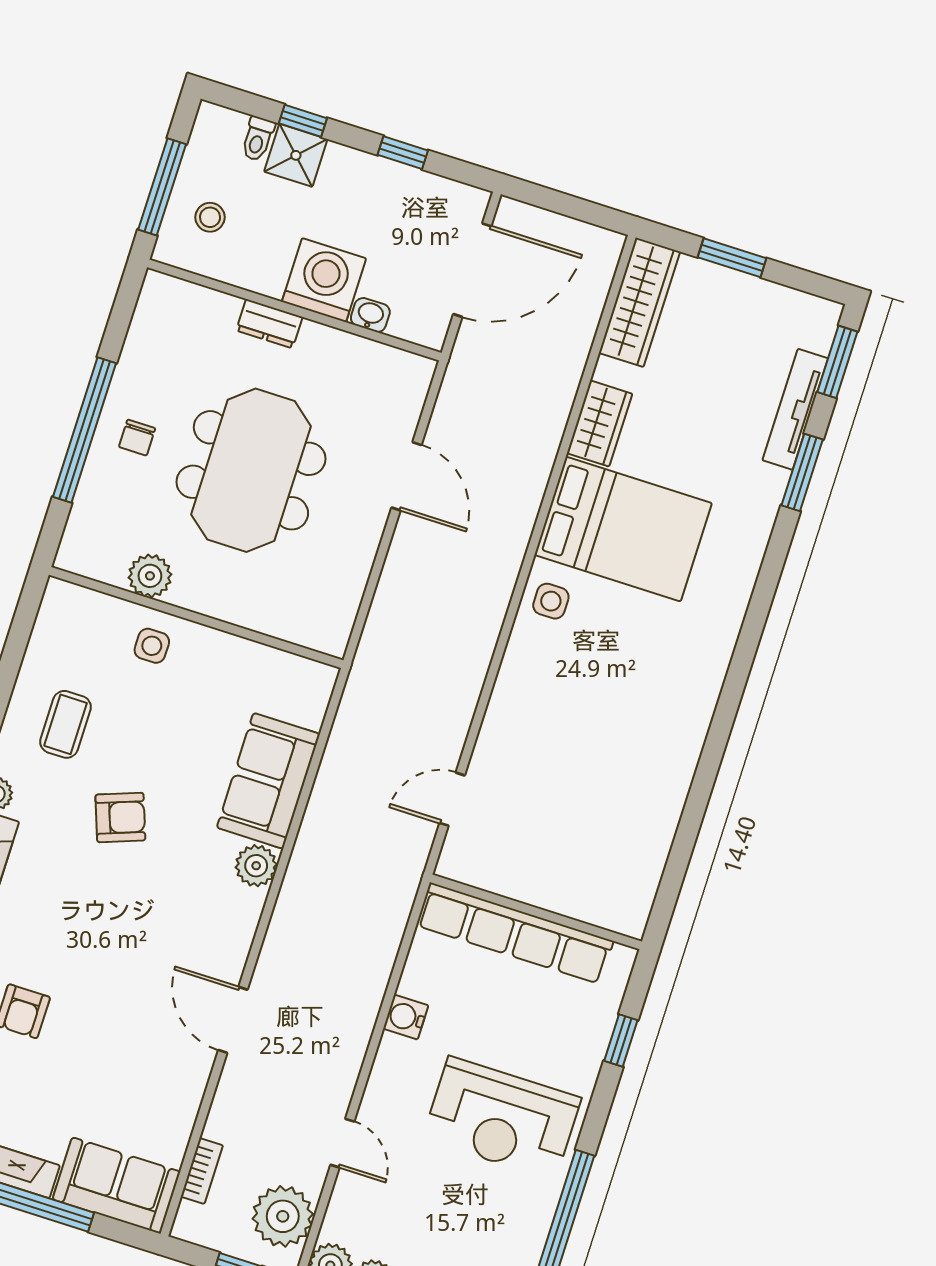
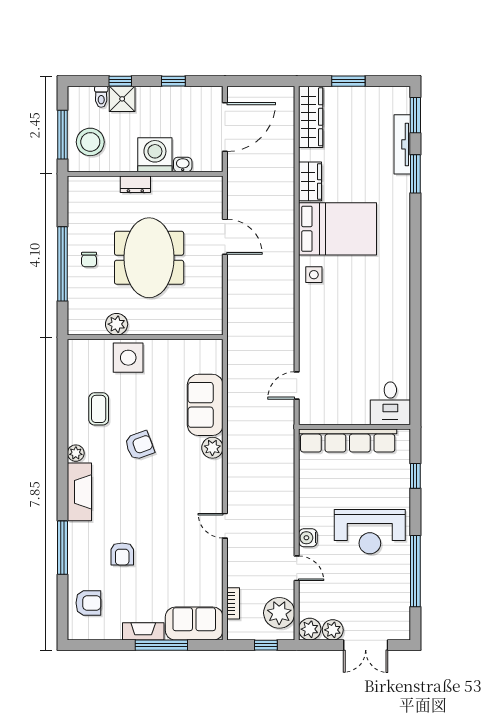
stool: (210, 217) -> (90, 142), width x1.89, depth x1.89
side table: (152, 646) -> (128, 358), width x1.87, depth x1.87
desk: (617, 889) -> (390, 403), added
water cooler: (406, 1017) -> (308, 538), moved
door: (233, 1020) -> (225, 526), width x0.73

